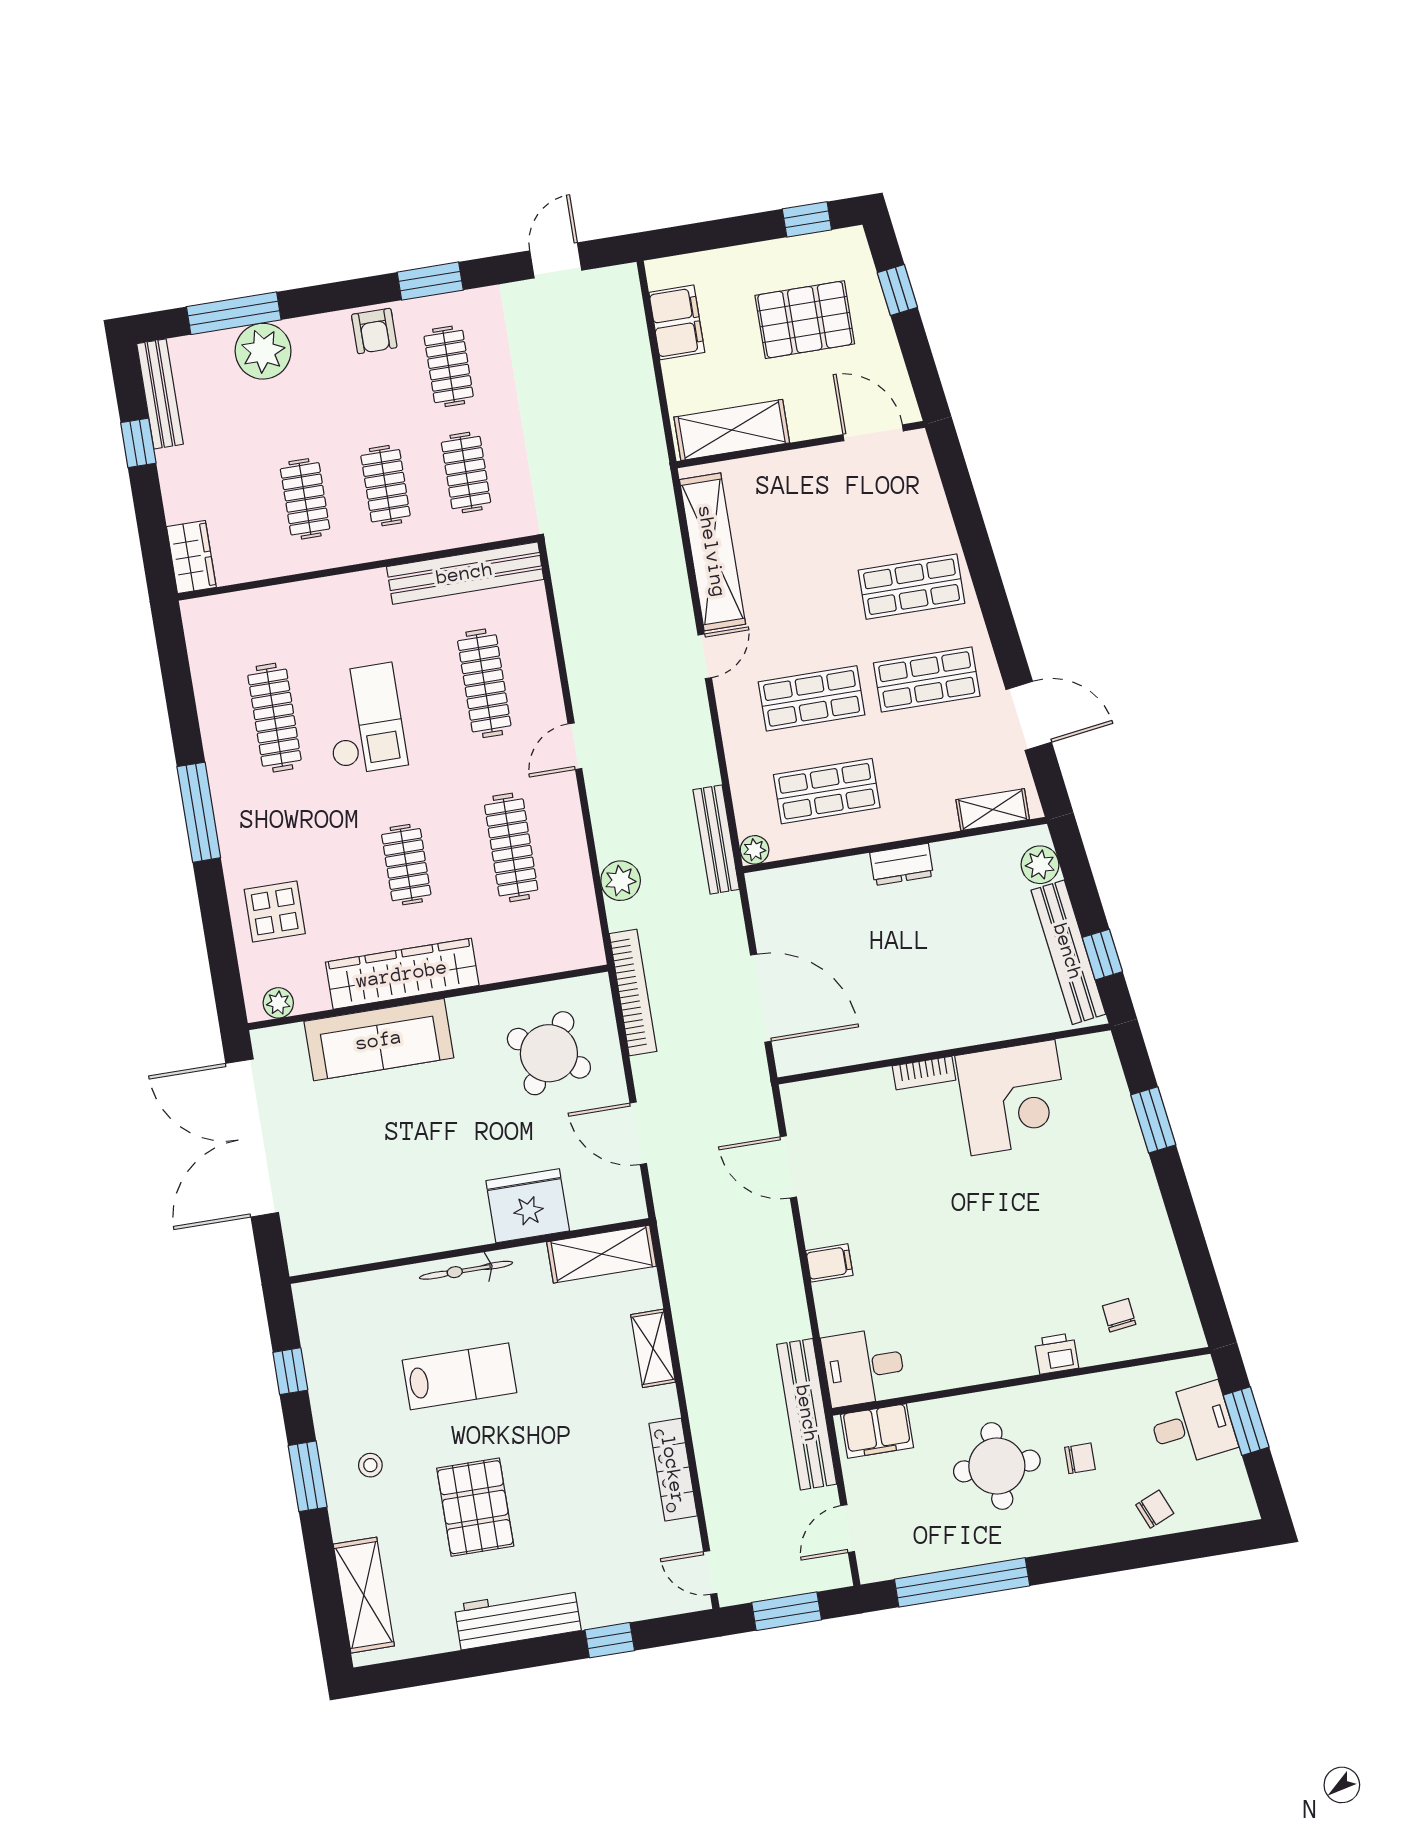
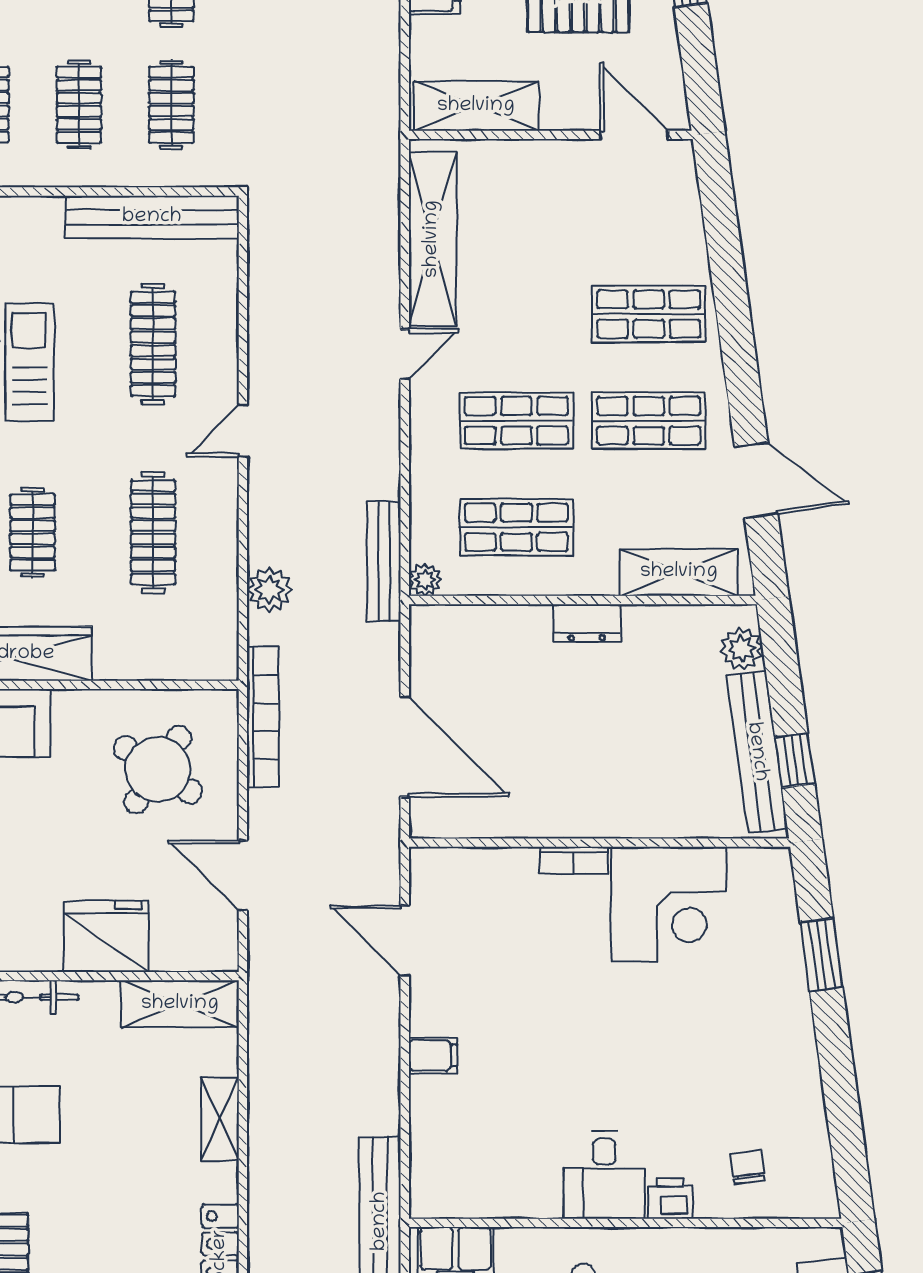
shelving: (993, 810) -> (679, 572), width x1.50, depth x1.33
desk: (864, 1367) -> (604, 1175), moved, turned -90

